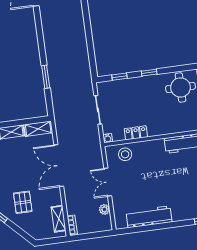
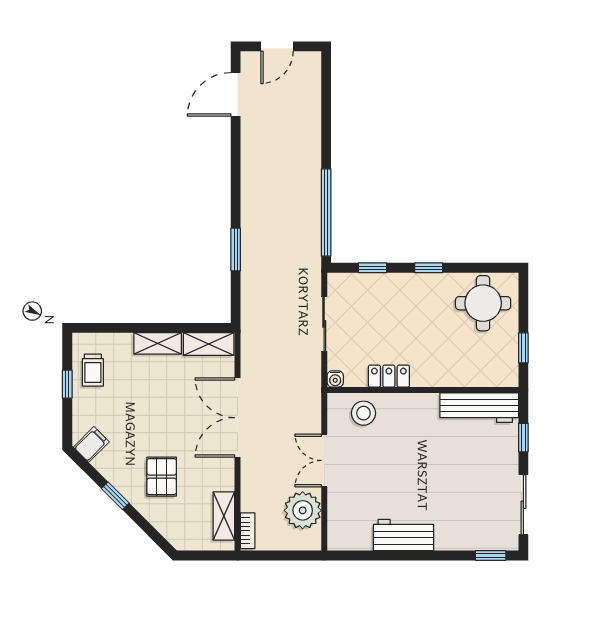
window: (91, 51) -> (326, 212), added
plant: (104, 209) -> (303, 510), width x1.88, depth x1.88
workbench: (149, 217) -> (403, 535), width x0.73

